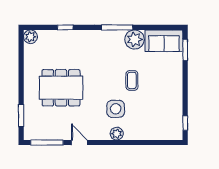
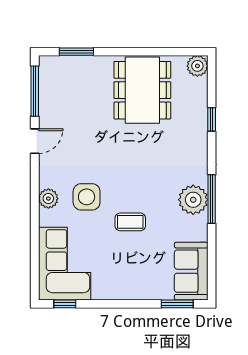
plant: (135, 40) -> (193, 200), moved
dining table: (61, 88) -> (142, 90), moved
corner sofa: (159, 123) -> (65, 264), added

